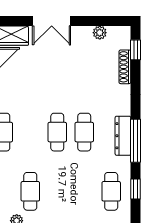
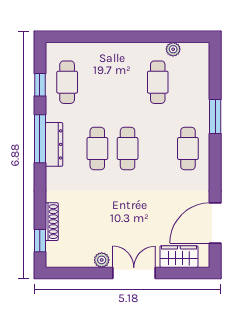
plant: (100, 33) -> (102, 260), moved

